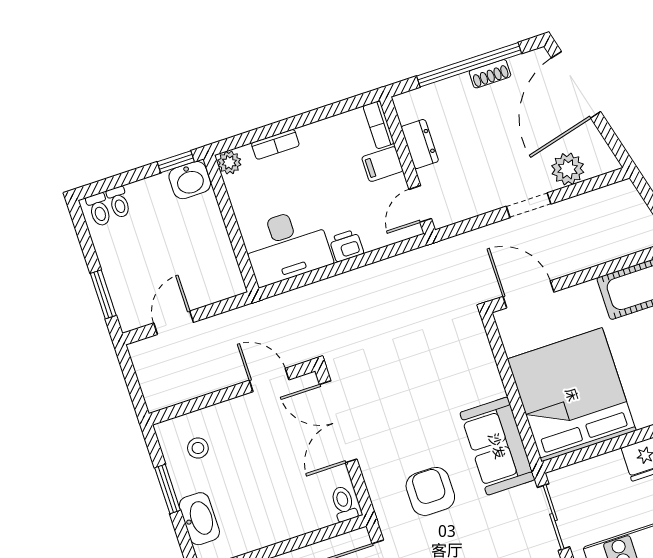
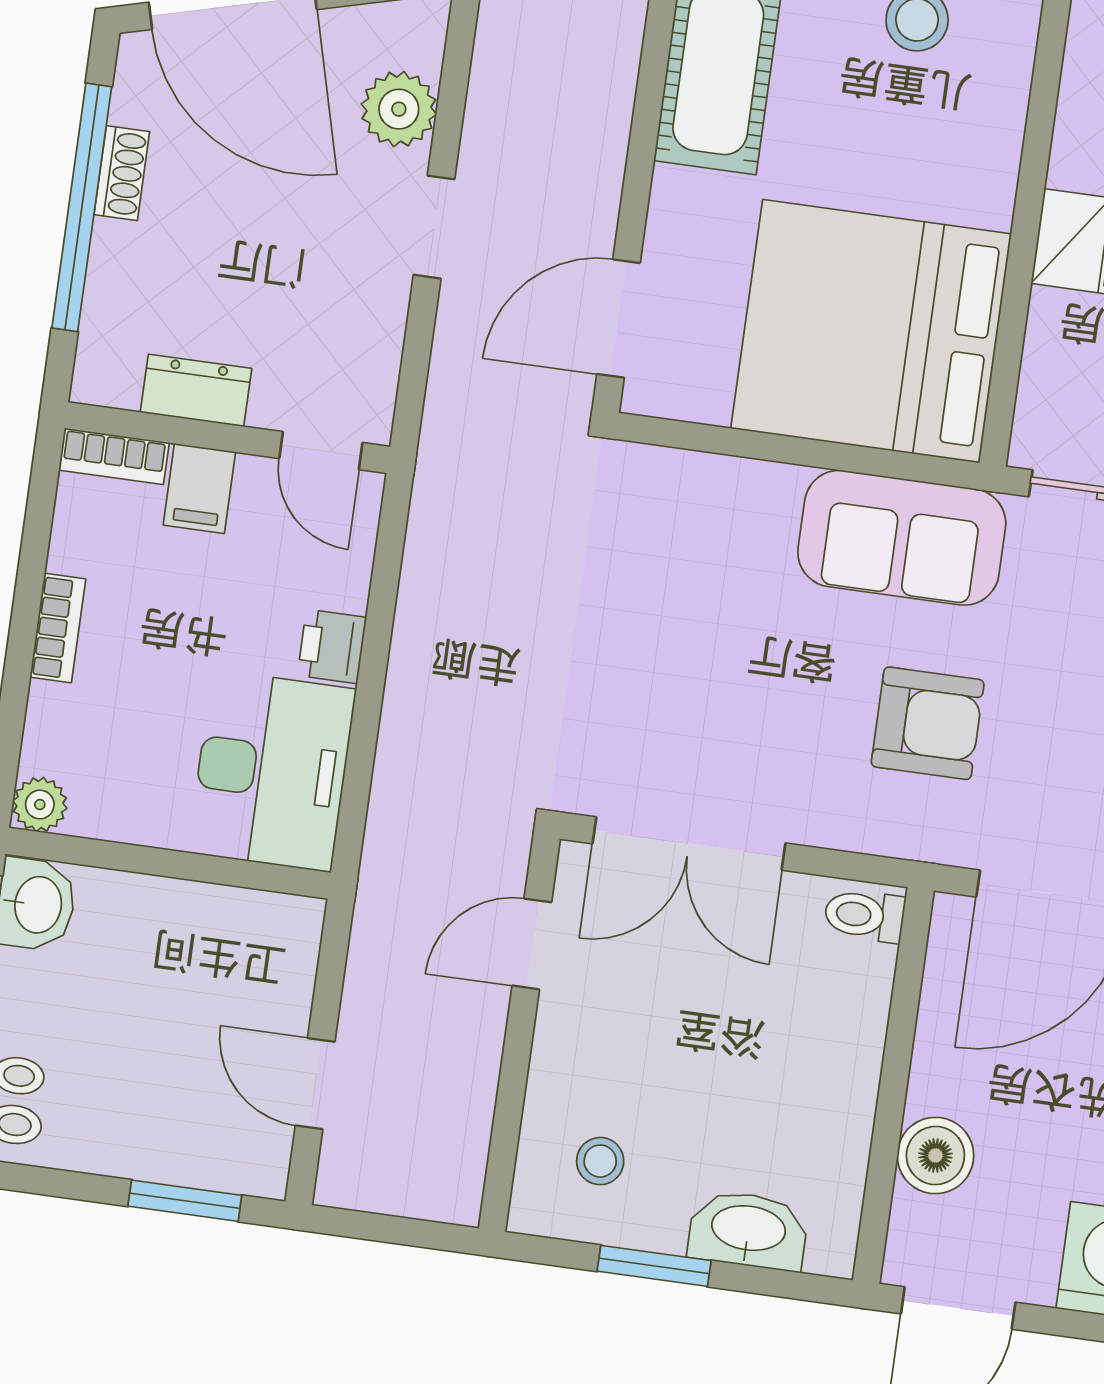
bookcase: (275, 144) -> (58, 628), moved
armchair: (430, 491) -> (928, 723), turned 180

